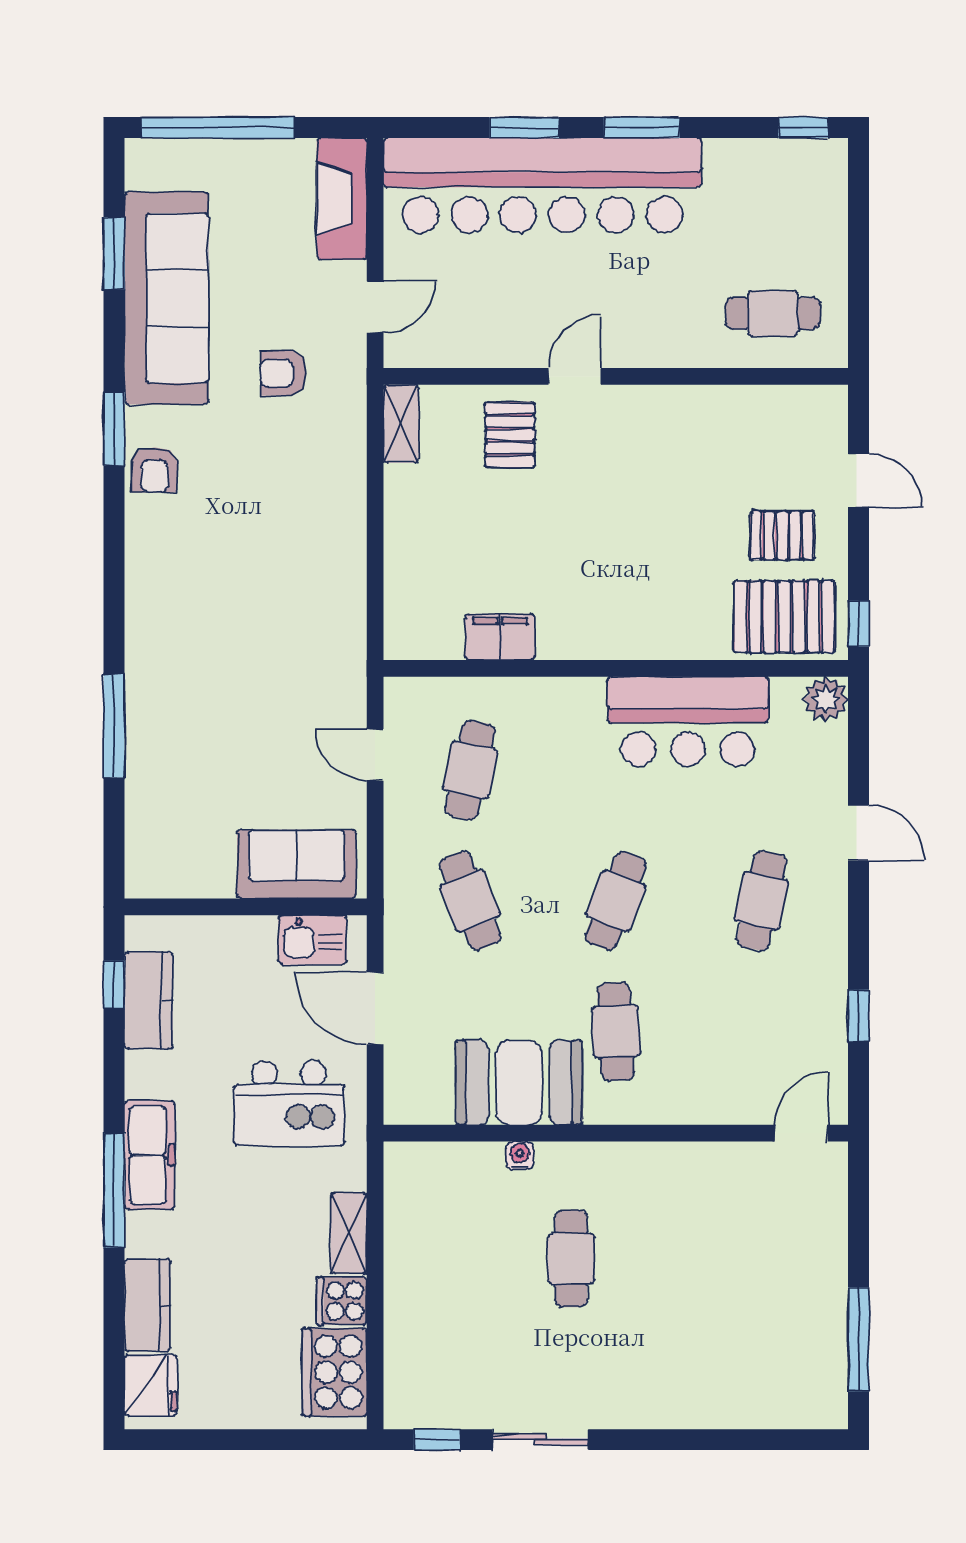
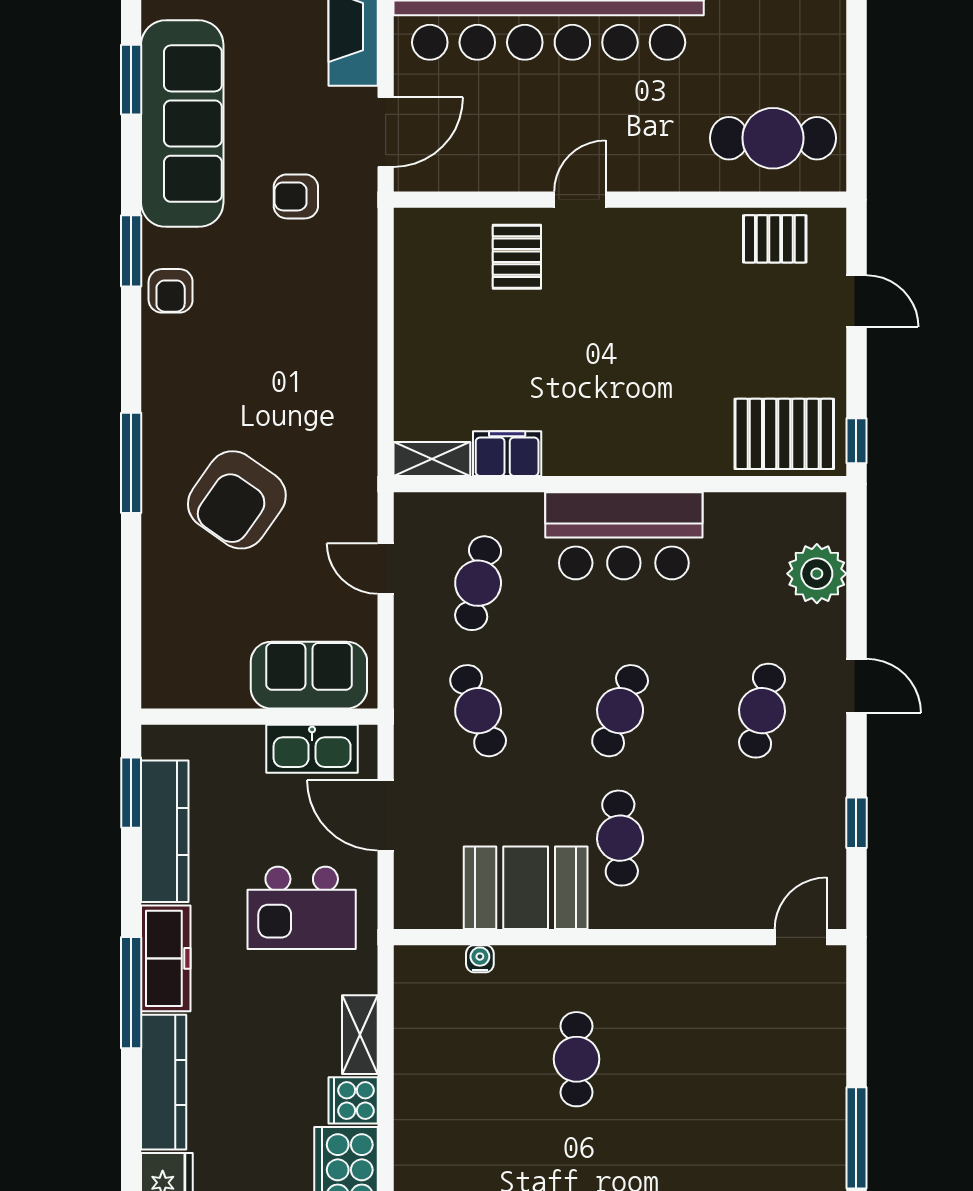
door: (375, 307) -> (386, 132), width x1.38
cafe table: (773, 313) -> (773, 138), width x1.37, depth x1.35
shelving: (401, 424) -> (432, 459), moved, turned 90
pallet: (782, 536) -> (775, 239), moved
armchair: (223, 684) -> (237, 500), added
plant: (826, 699) -> (817, 574), moved, width x1.36, depth x1.36
bar counter: (688, 721) -> (624, 536), moved
window: (114, 726) -> (131, 463), moved
door: (858, 833) -> (856, 686), moved
kitchen sink: (313, 940) -> (312, 749), width x1.38
window: (114, 985) -> (131, 793), width x1.50
kitchen counter: (149, 1000) -> (165, 831), width x1.50
water cooler: (520, 1155) -> (480, 959), moved
kitchen counter: (147, 1305) -> (164, 1082), width x1.50

